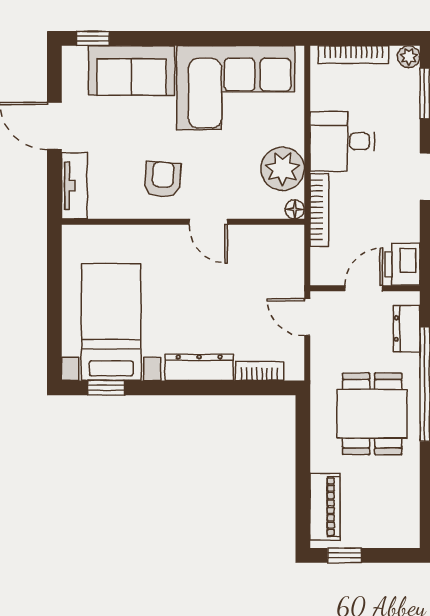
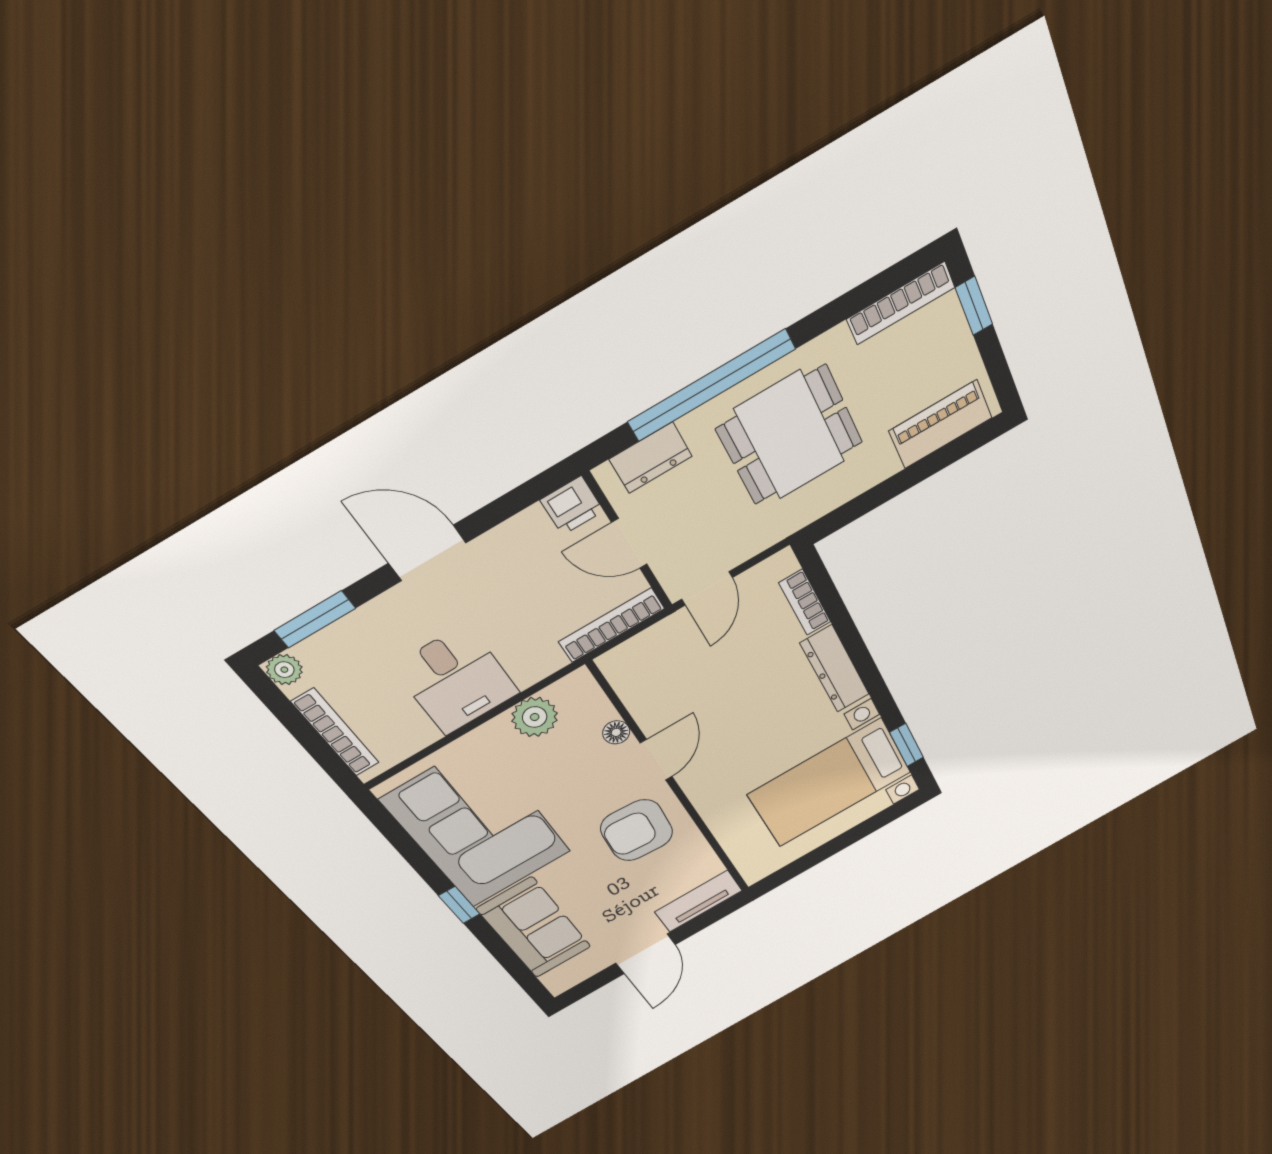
window: (93, 38) -> (459, 905), moved
plant: (283, 169) -> (535, 717), width x0.73, depth x0.73
armchair: (163, 180) -> (637, 830), width x1.38, depth x1.38
floor lamp: (295, 209) -> (616, 732), moved
bookcase: (319, 210) -> (612, 625), moved
printer: (402, 264) -> (572, 506), width x0.73, depth x0.81
bookcase: (411, 513) -> (901, 303), added
window: (344, 555) -> (974, 306), moved

